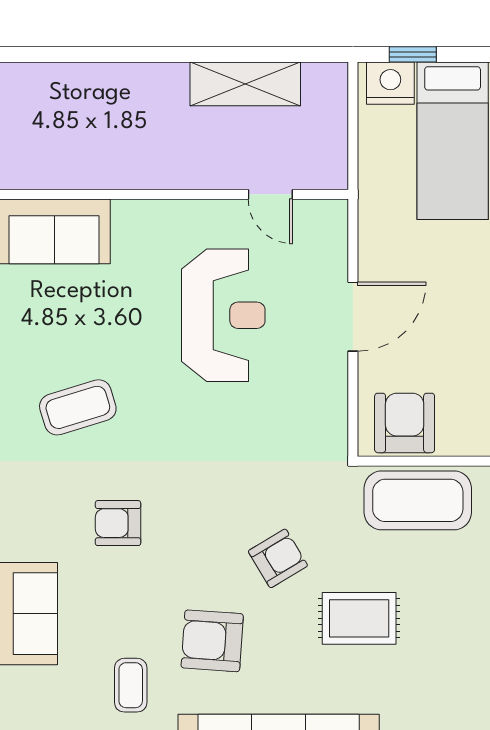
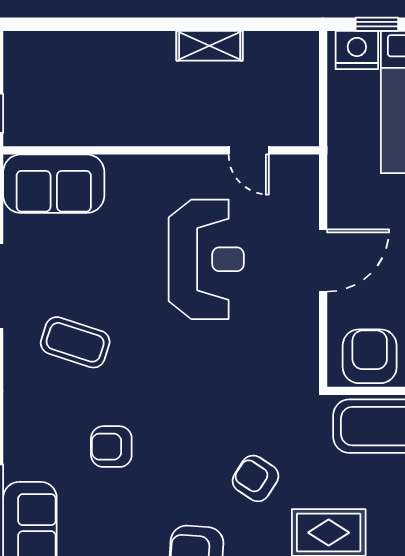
shelving: (245, 84) -> (210, 46), width x0.67, depth x0.75
coffee table: (78, 407) -> (75, 342), turned 35
armchair: (278, 558) -> (255, 478), turned -116

